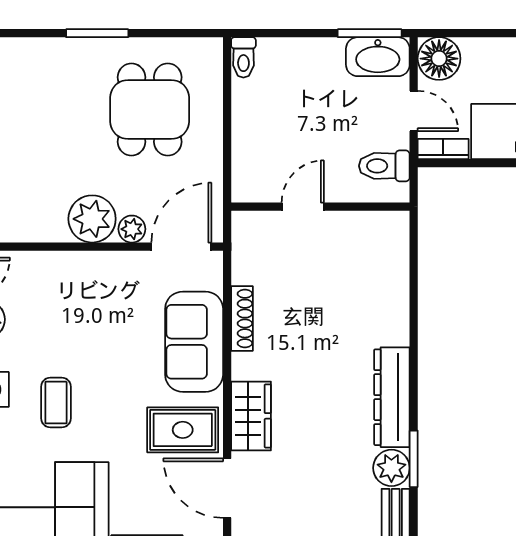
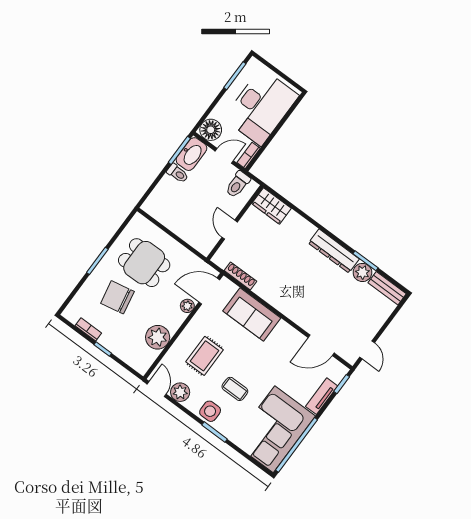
toilet: (243, 57) -> (178, 173), moved
chair: (63, 108) -> (117, 297), added
plant: (92, 219) -> (158, 337), moved
door: (181, 247) -> (209, 291), hinge flipped
shoe rack: (242, 319) -> (240, 276), moved
wardrobe: (251, 416) -> (271, 206), moved, turned 180
rug: (183, 430) -> (204, 356), moved

